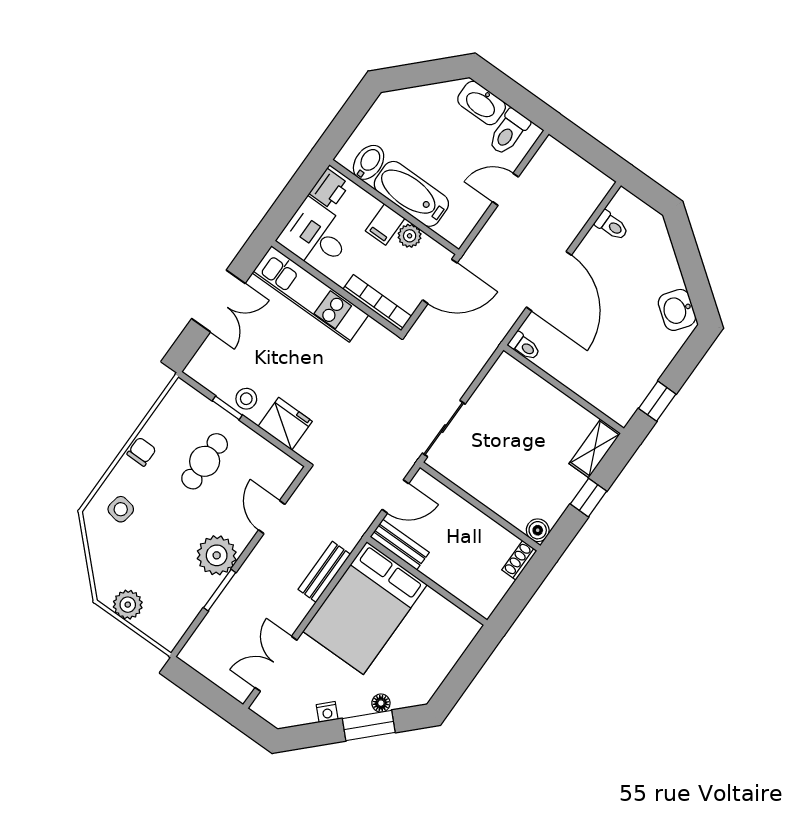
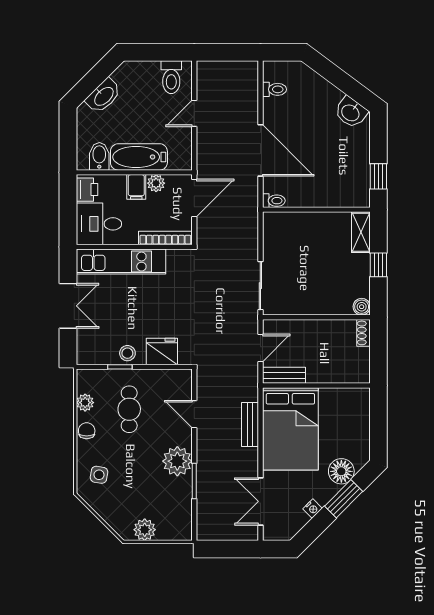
washbasin: (482, 103) -> (103, 96), moved, turned -45
plant: (162, 420) -> (85, 403), added
floor lamp: (381, 703) -> (341, 471), width x1.89, depth x1.89

